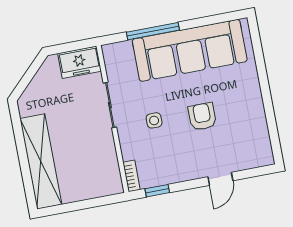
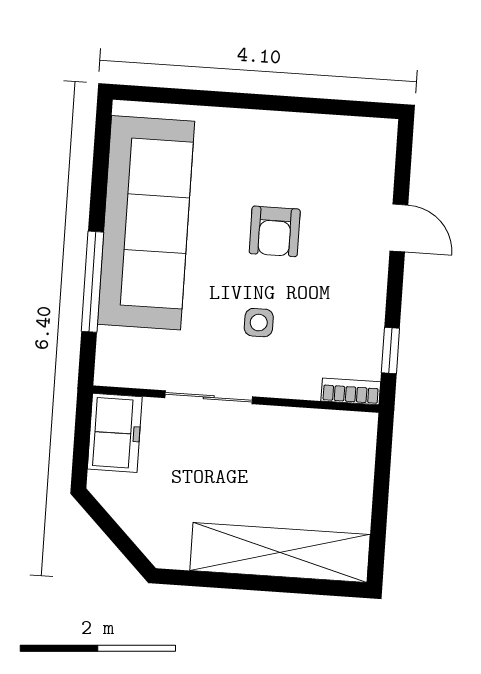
armchair: (202, 117) -> (275, 231), turned -90

